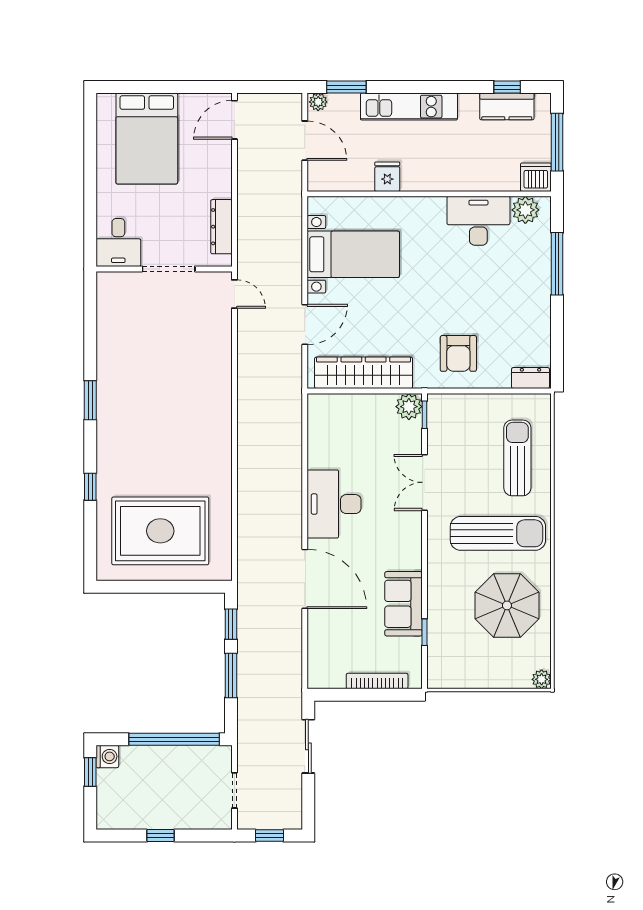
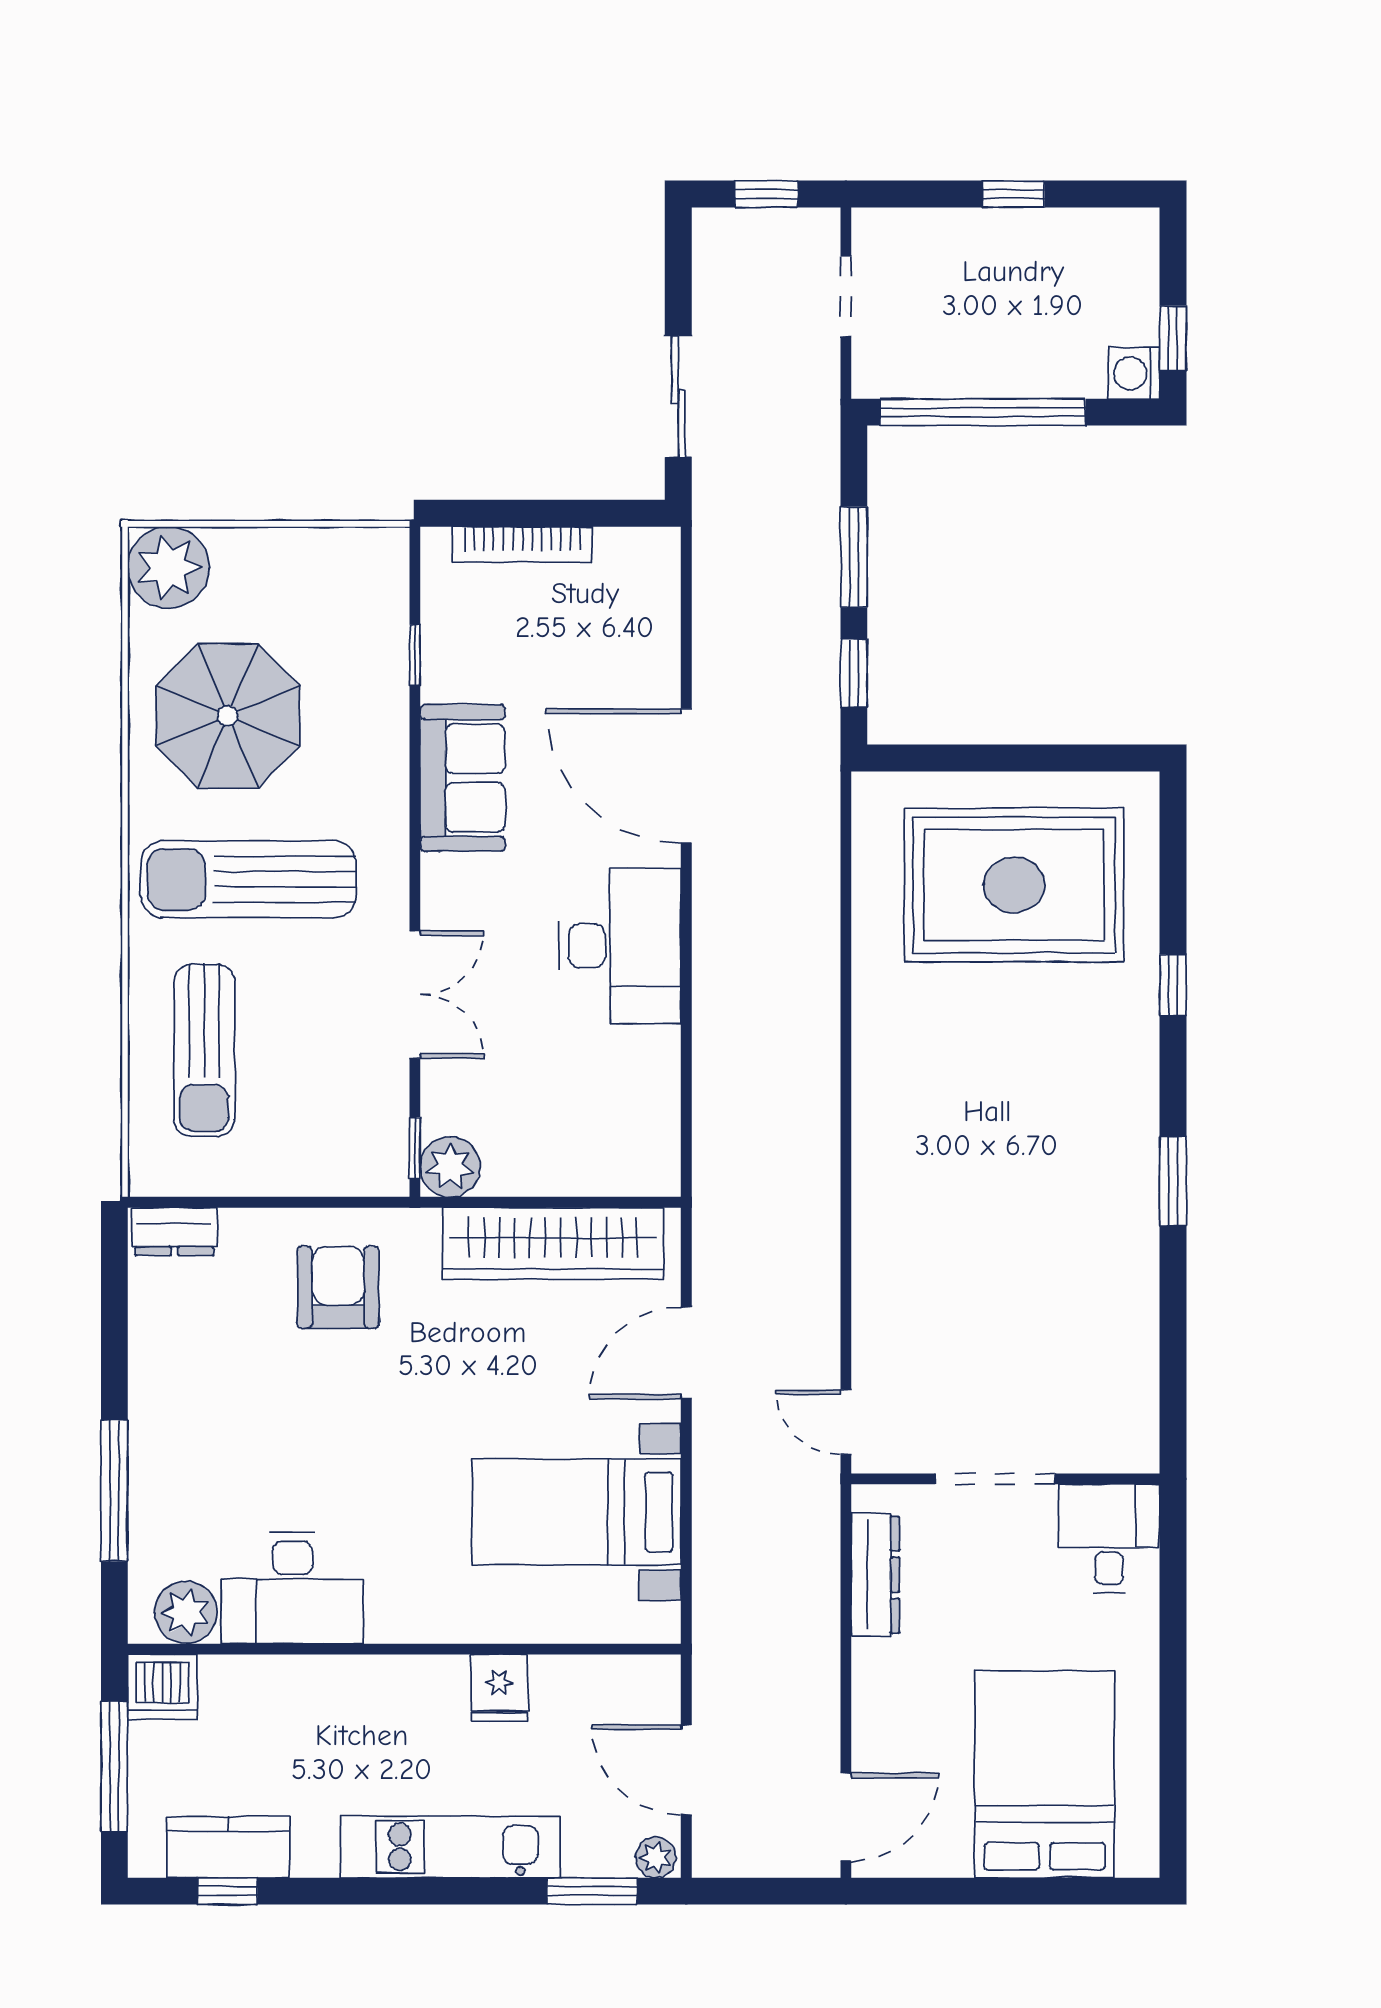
sofa: (403, 604) -> (463, 778), moved
plant: (542, 679) -> (169, 567), width x1.88, depth x1.88

